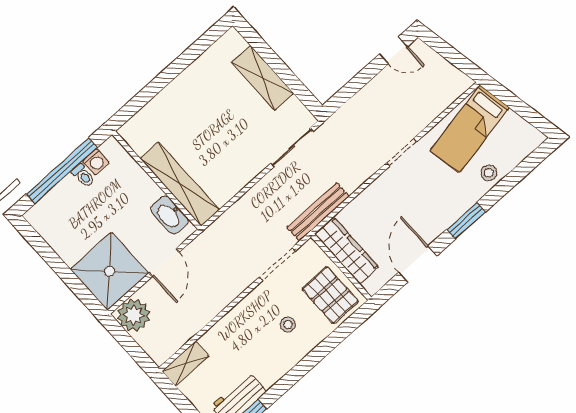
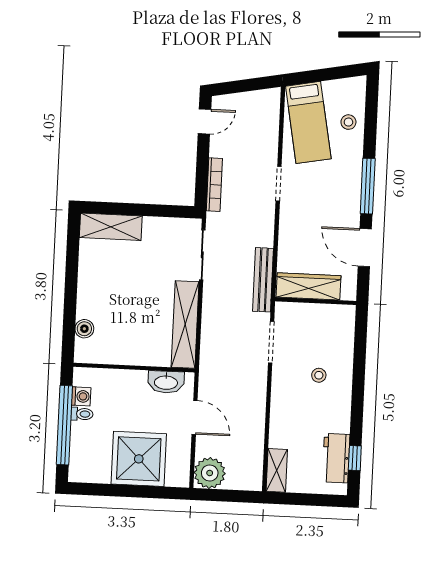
shelving: (263, 78) -> (111, 227), moved
bookcase: (353, 105) -> (214, 185), added
boiler: (149, 114) -> (84, 329), added
stool: (489, 173) -> (348, 122), moved
shelving: (180, 184) -> (185, 324), moved, turned 90
window: (466, 221) -> (368, 186), width x1.44
shower: (109, 271) -> (139, 459), moved
pallet: (330, 295) -> (327, 327), removed

